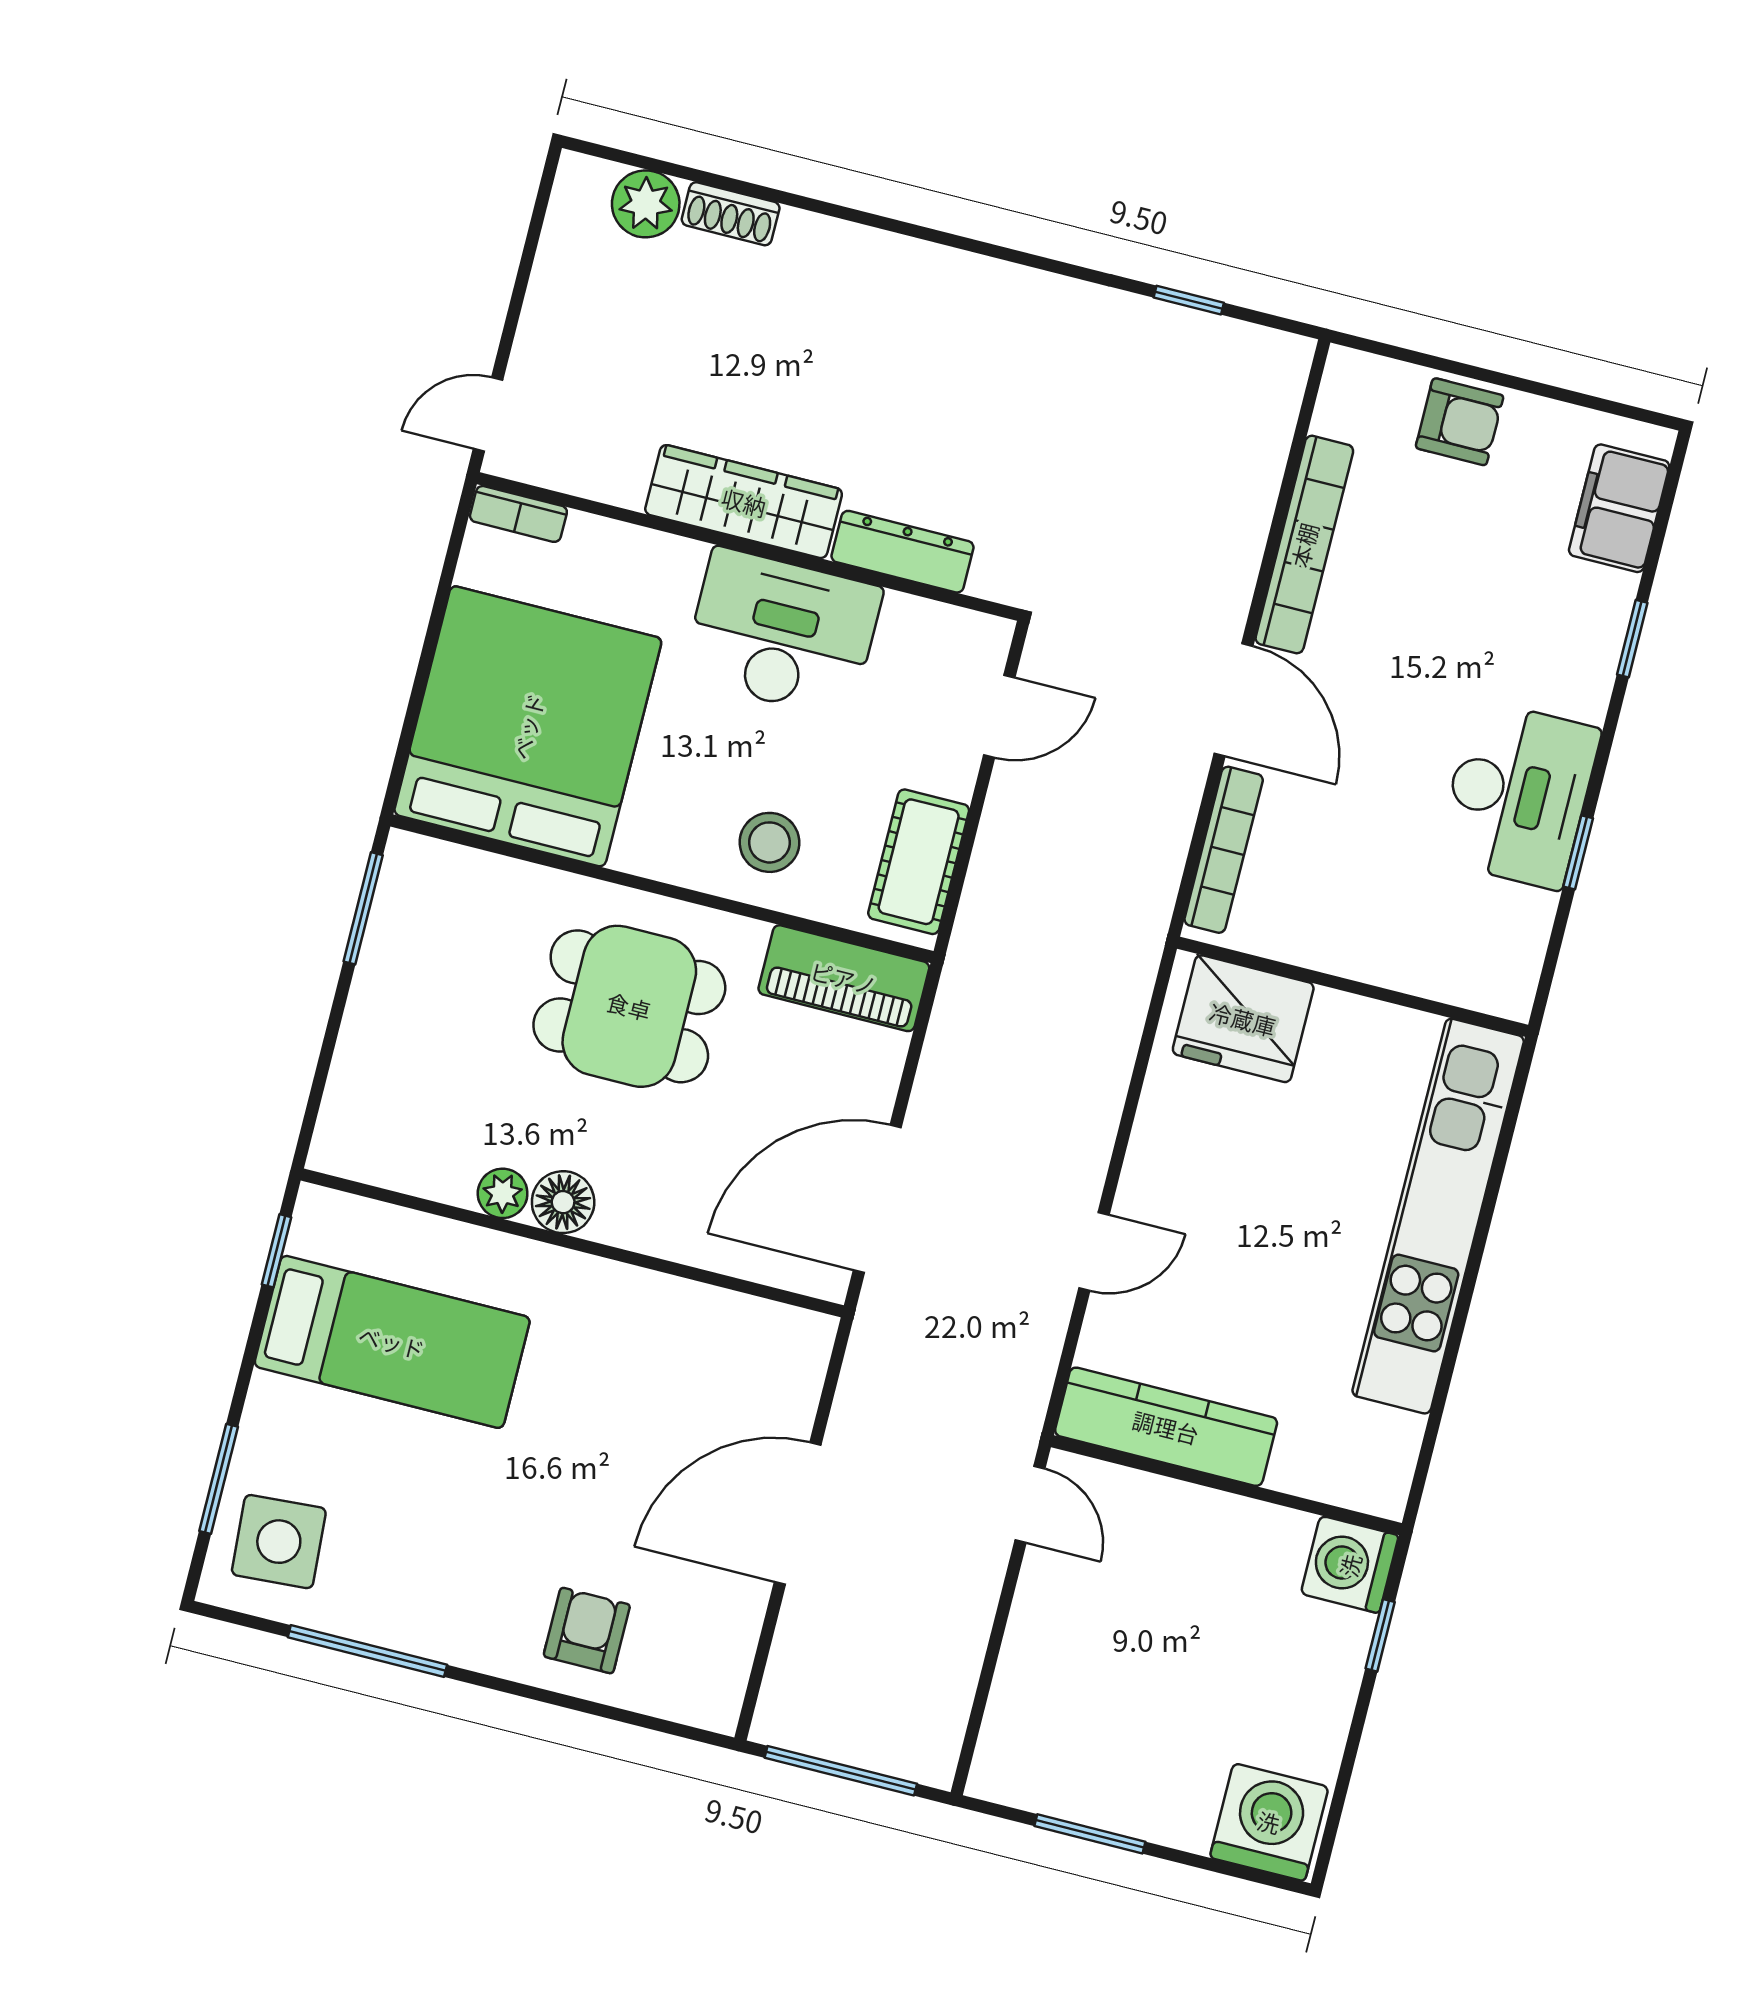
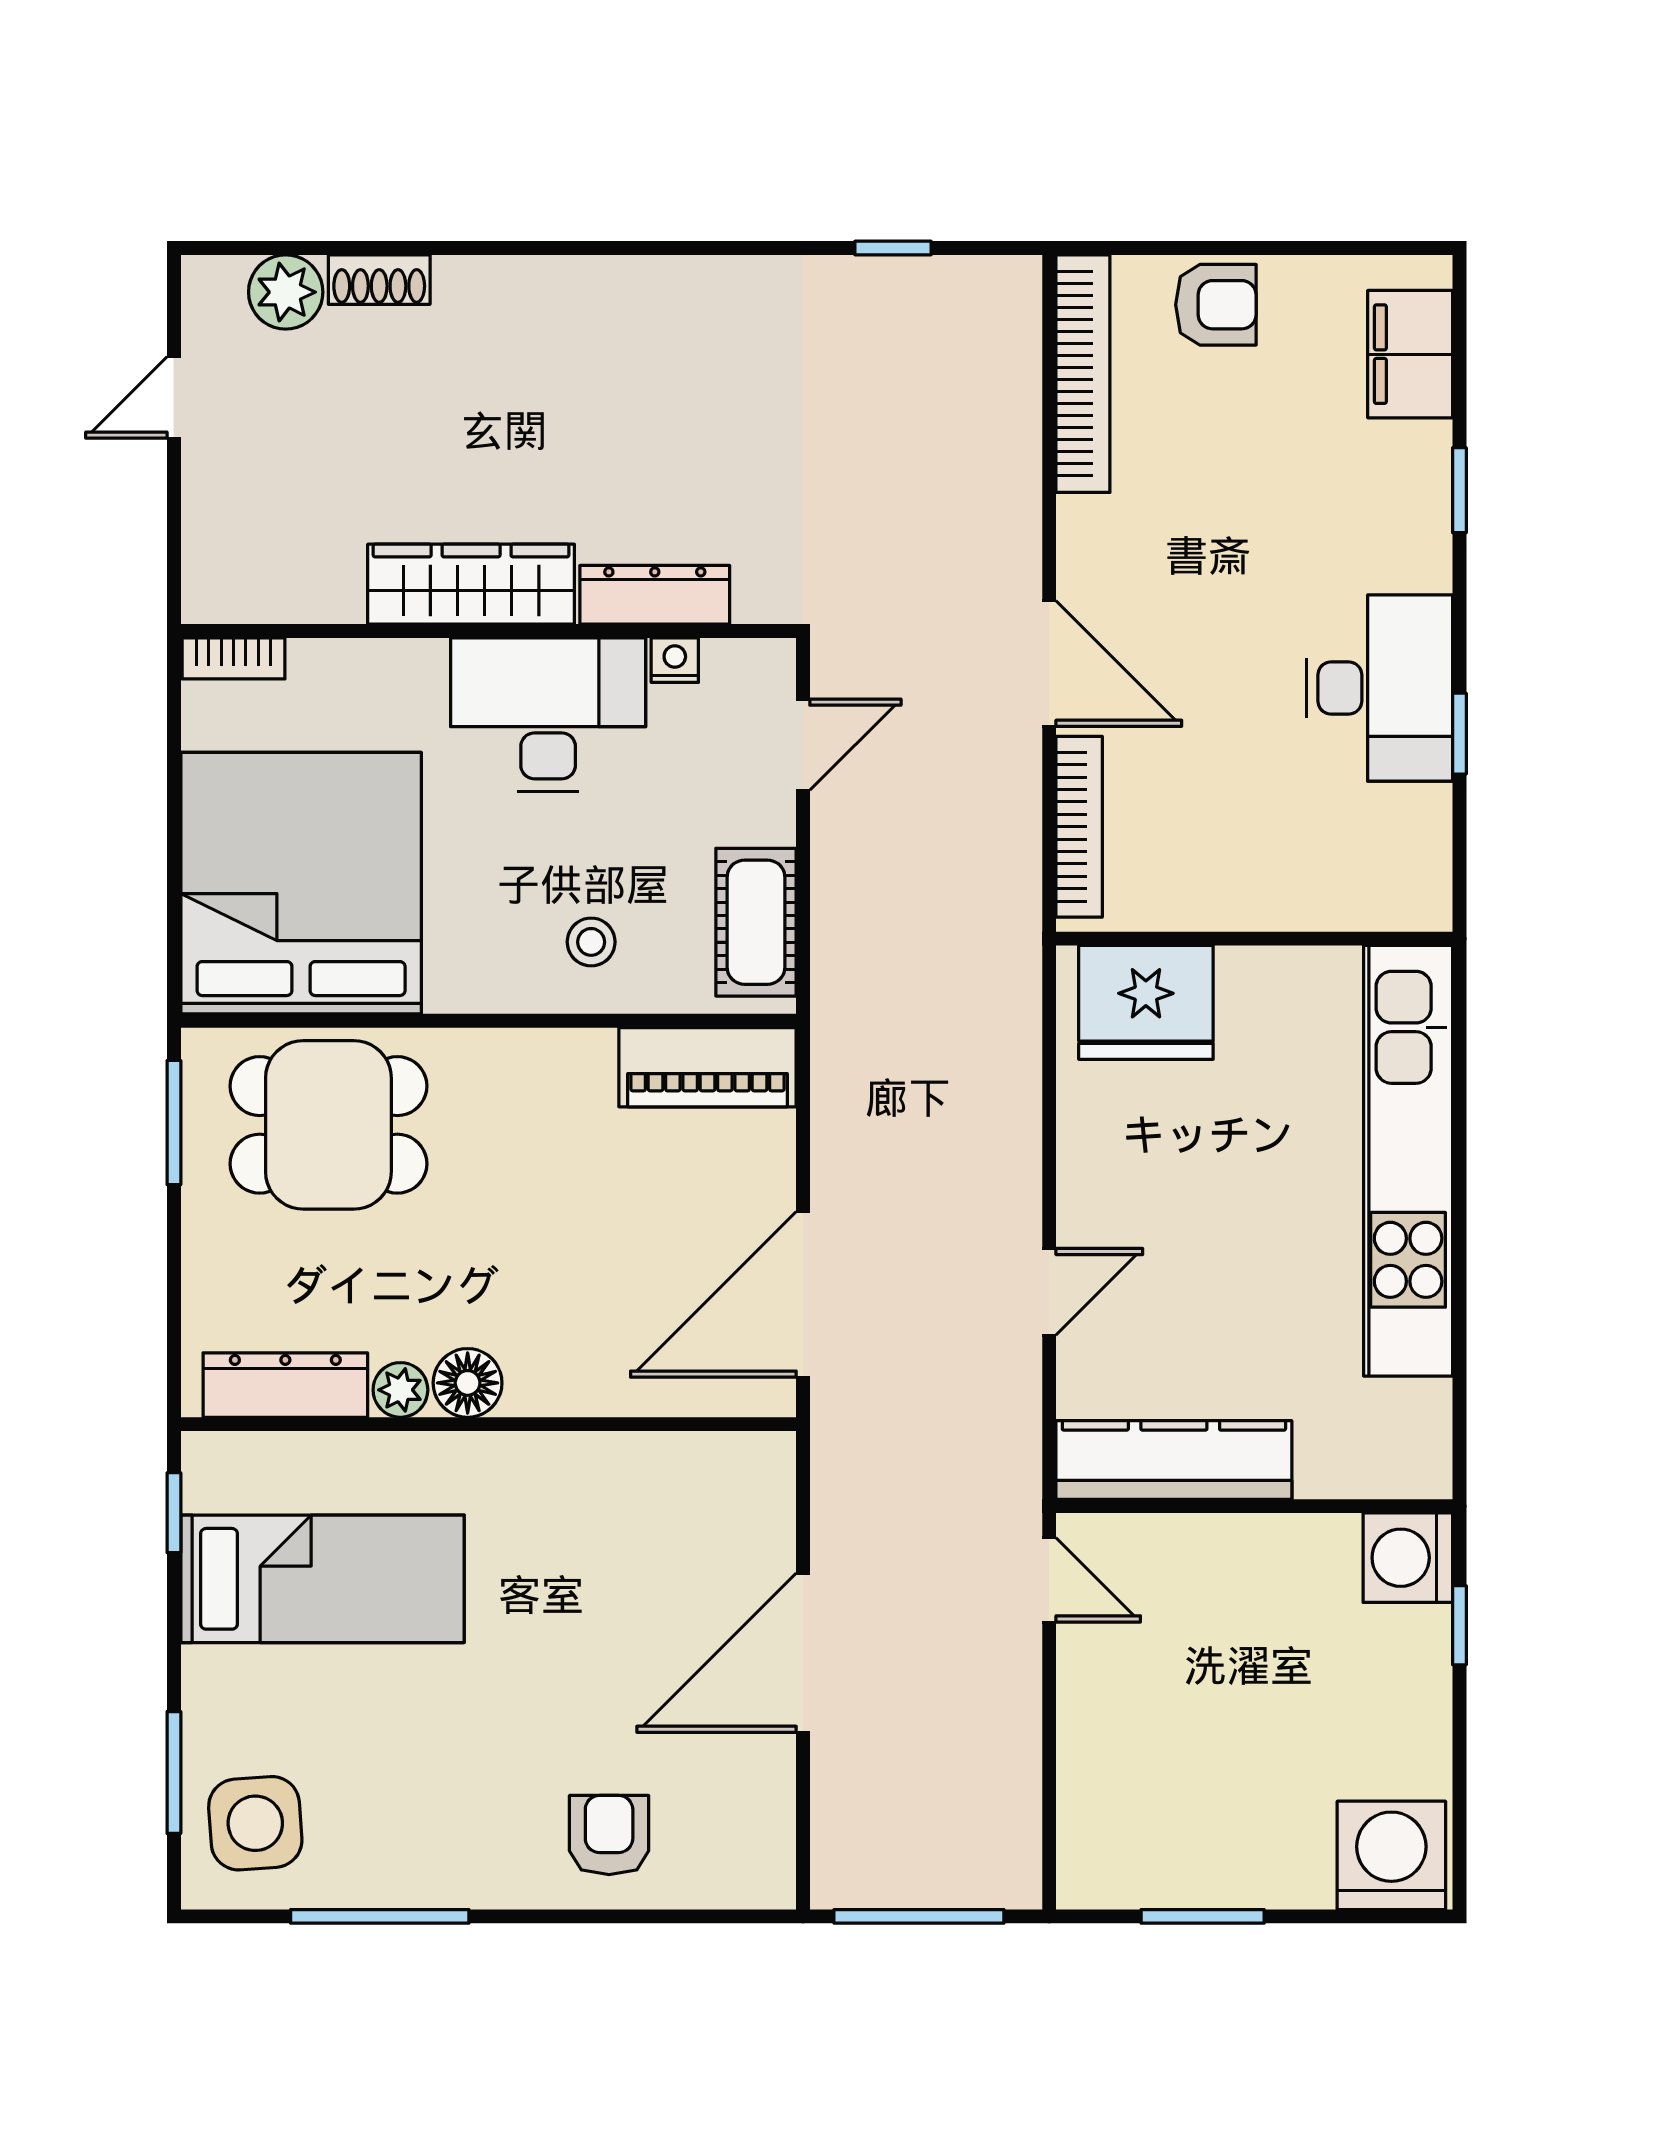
door: (488, 414) -> (174, 397), moved
bookcase: (1304, 545) -> (1083, 374), moved
nightstand: (906, 614) -> (675, 660), added
stool: (769, 842) -> (591, 942), width x0.73, depth x0.73
dining table: (629, 1006) -> (328, 1125), moved
dresser: (403, 1164) -> (285, 1385), added

